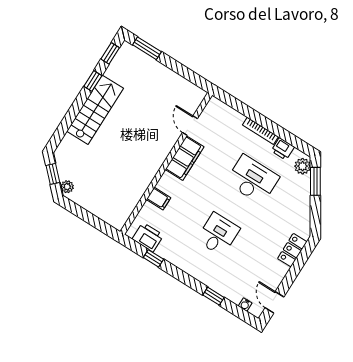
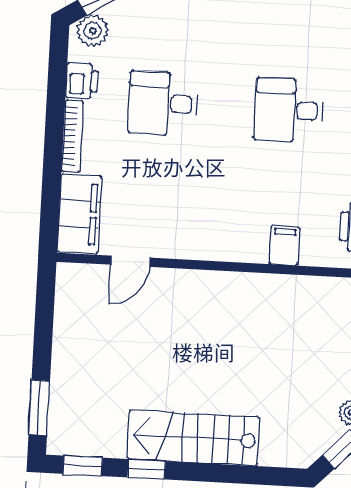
filing cabinet: (185, 158) -> (79, 214), moved, turned 90
desk: (252, 180) -> (163, 103), width x0.73

